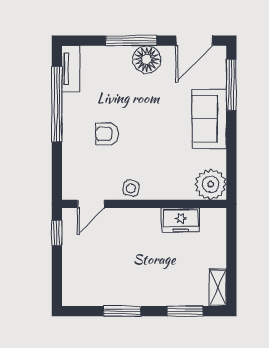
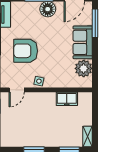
armchair: (107, 134) -> (26, 51), width x1.88, depth x1.88
plant: (211, 184) -> (84, 68), moved

